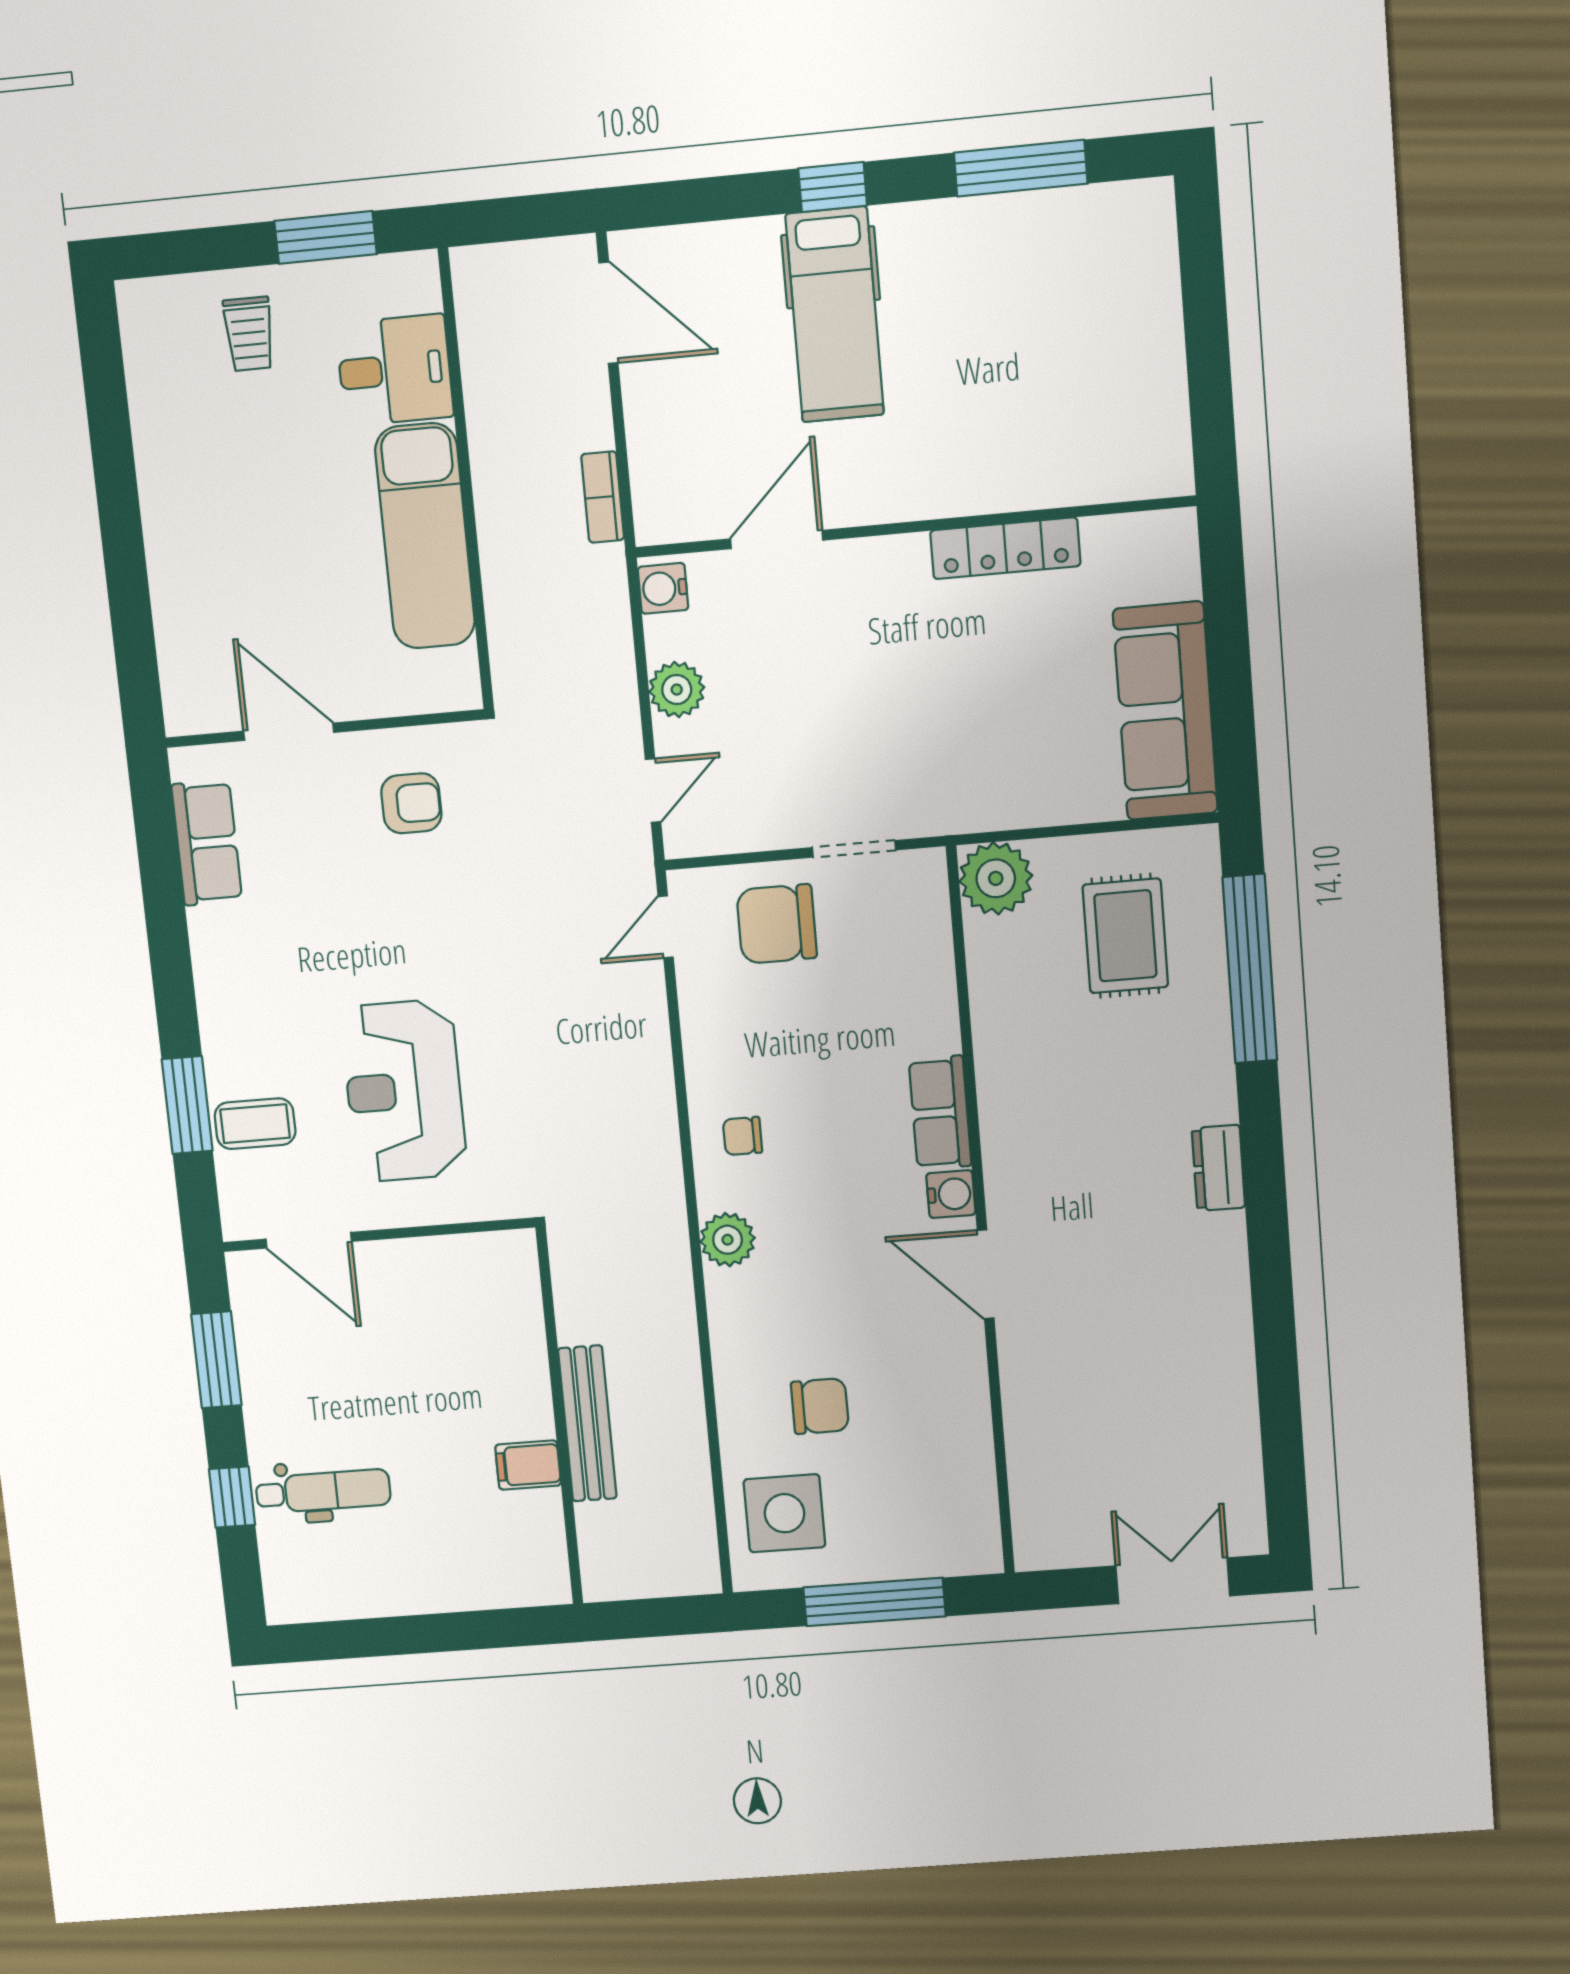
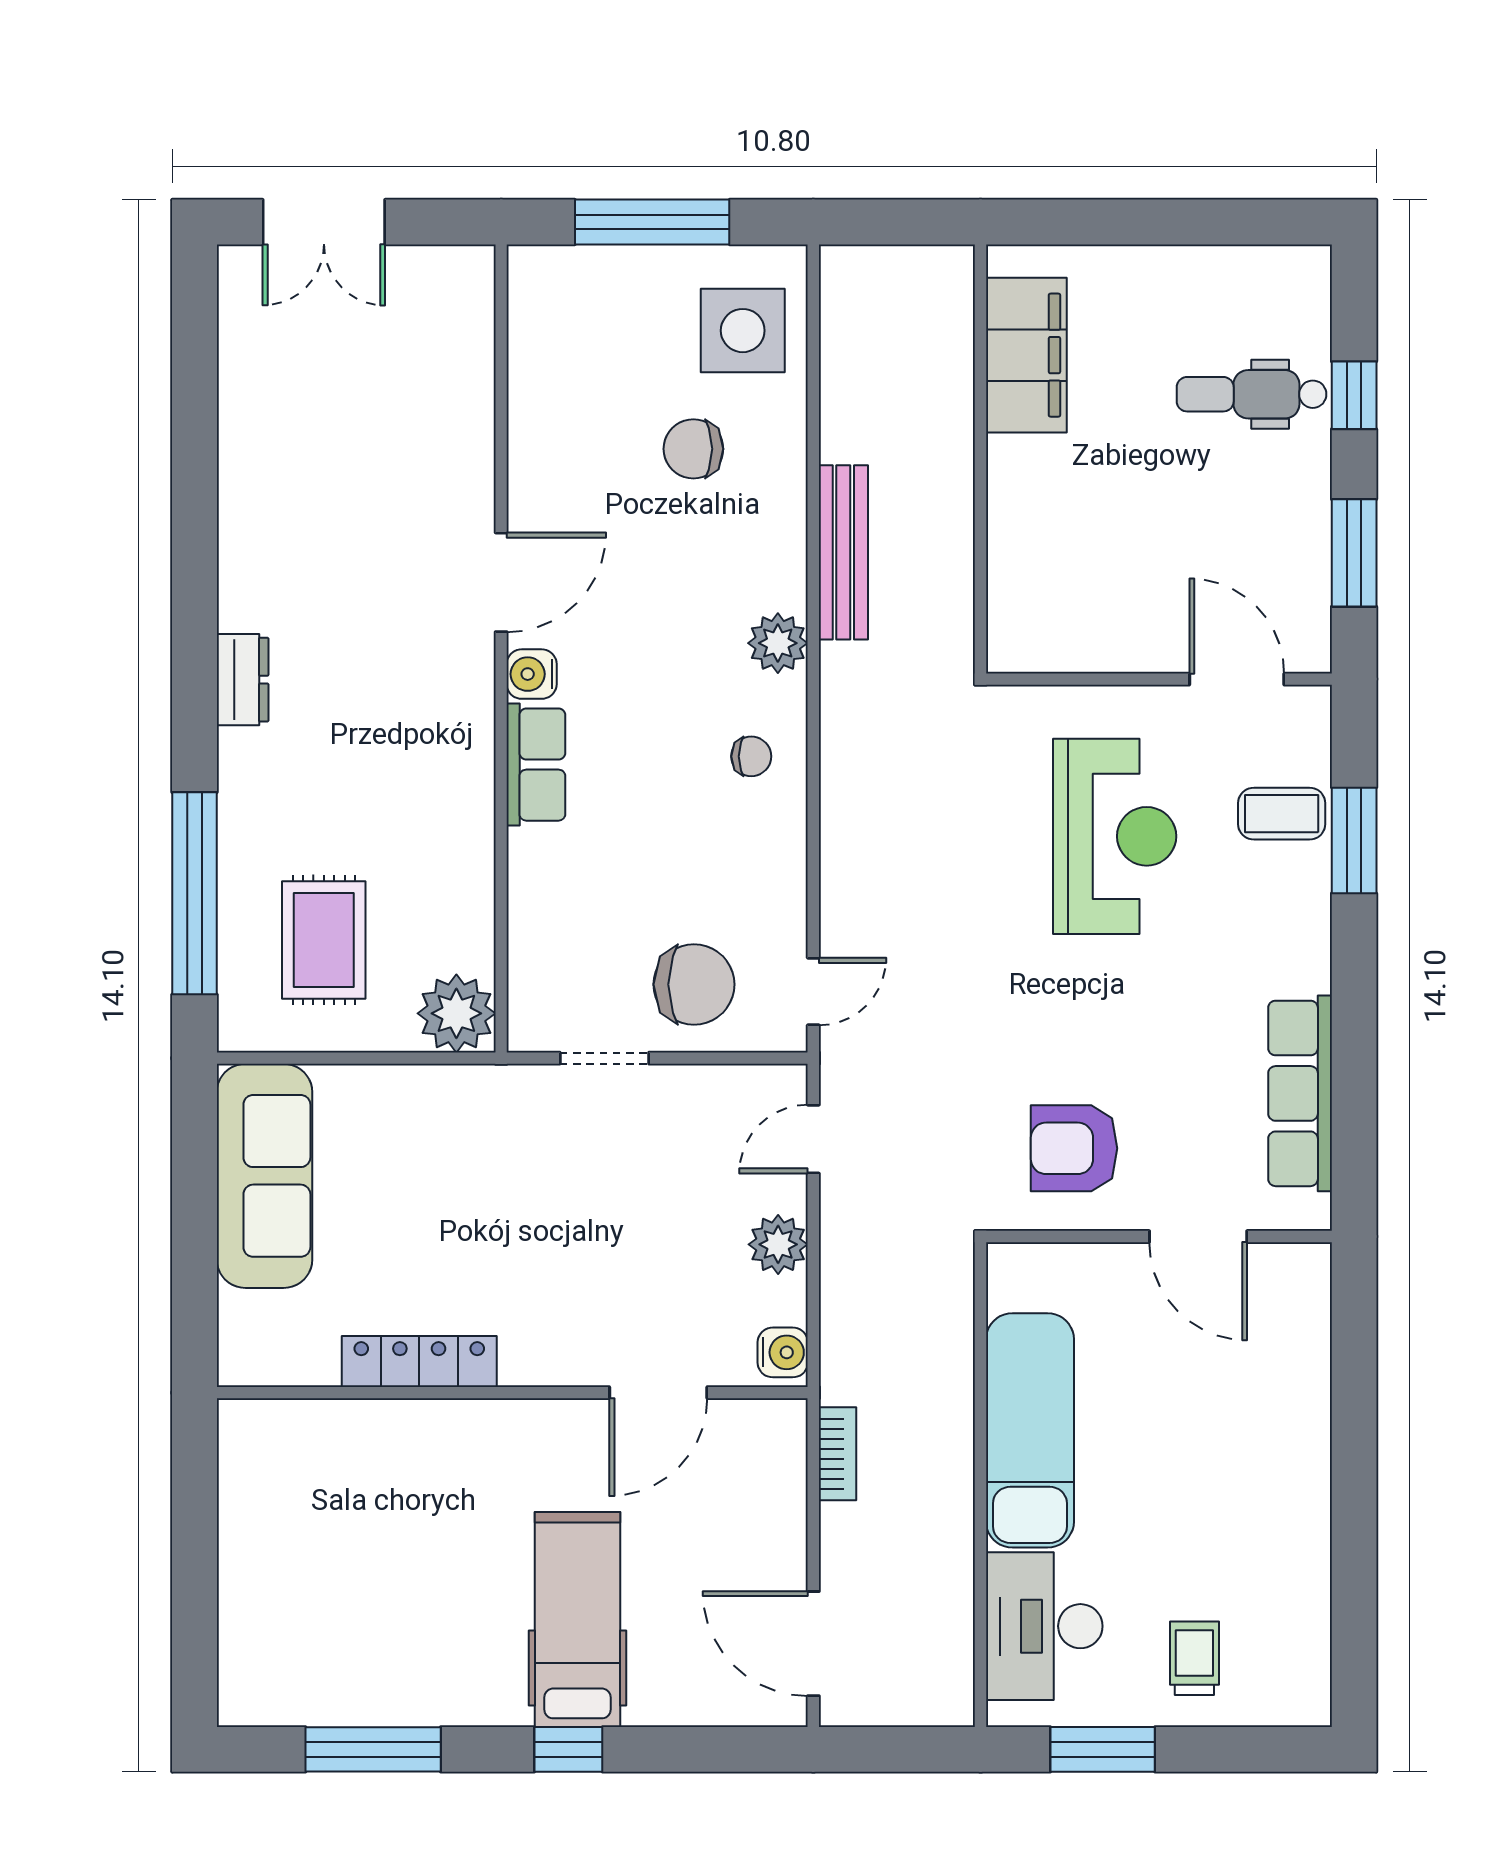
desk: (395, 370) -> (1044, 1626), width x1.37
armchair: (411, 803) -> (1074, 1148), width x1.38, depth x1.38
row of seats: (207, 843) -> (1300, 1093), width x1.48
door: (986, 1274) -> (501, 582), hinge flipped
bench: (587, 1423) -> (843, 552), moved
filing cabinet: (528, 1465) -> (1026, 355), width x3.00, depth x1.17

